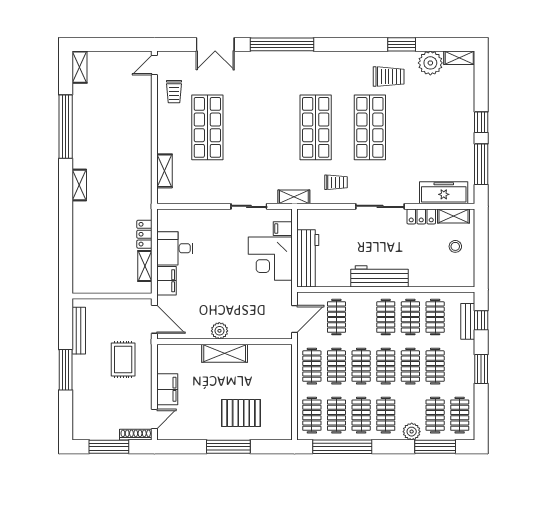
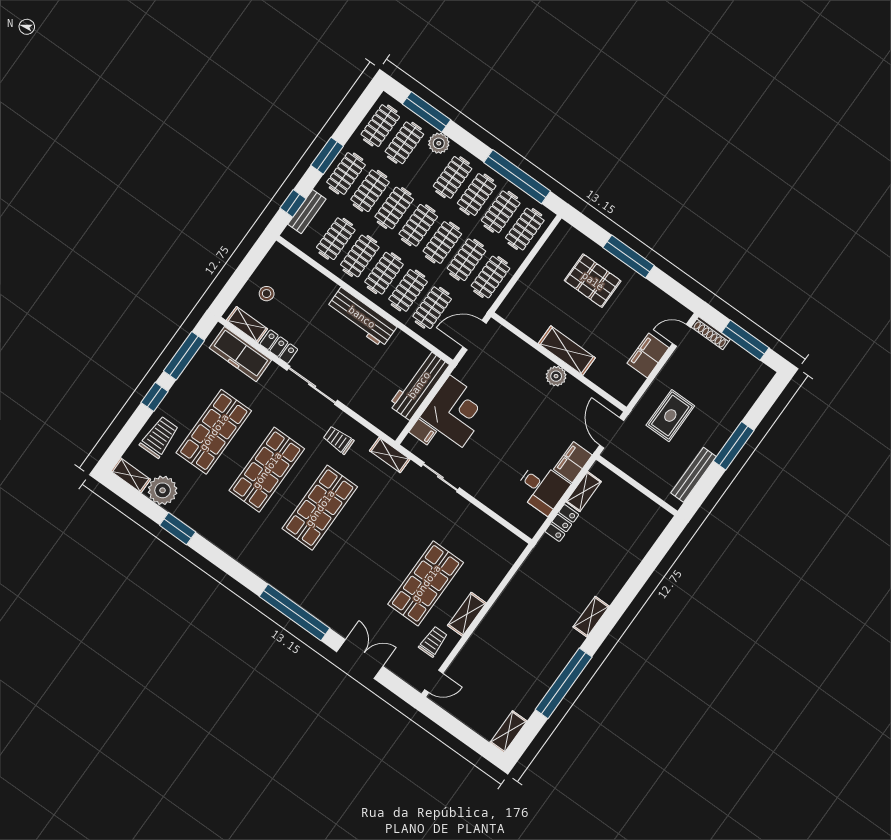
trolley: (389, 77) -> (159, 437), moved, turned 90
shop shelf: (424, 127) -> (214, 432), added
shelving: (164, 171) -> (467, 614), moved
clothes rail: (361, 317) -> (408, 290), added
clothes rail: (460, 366) -> (346, 174), added

